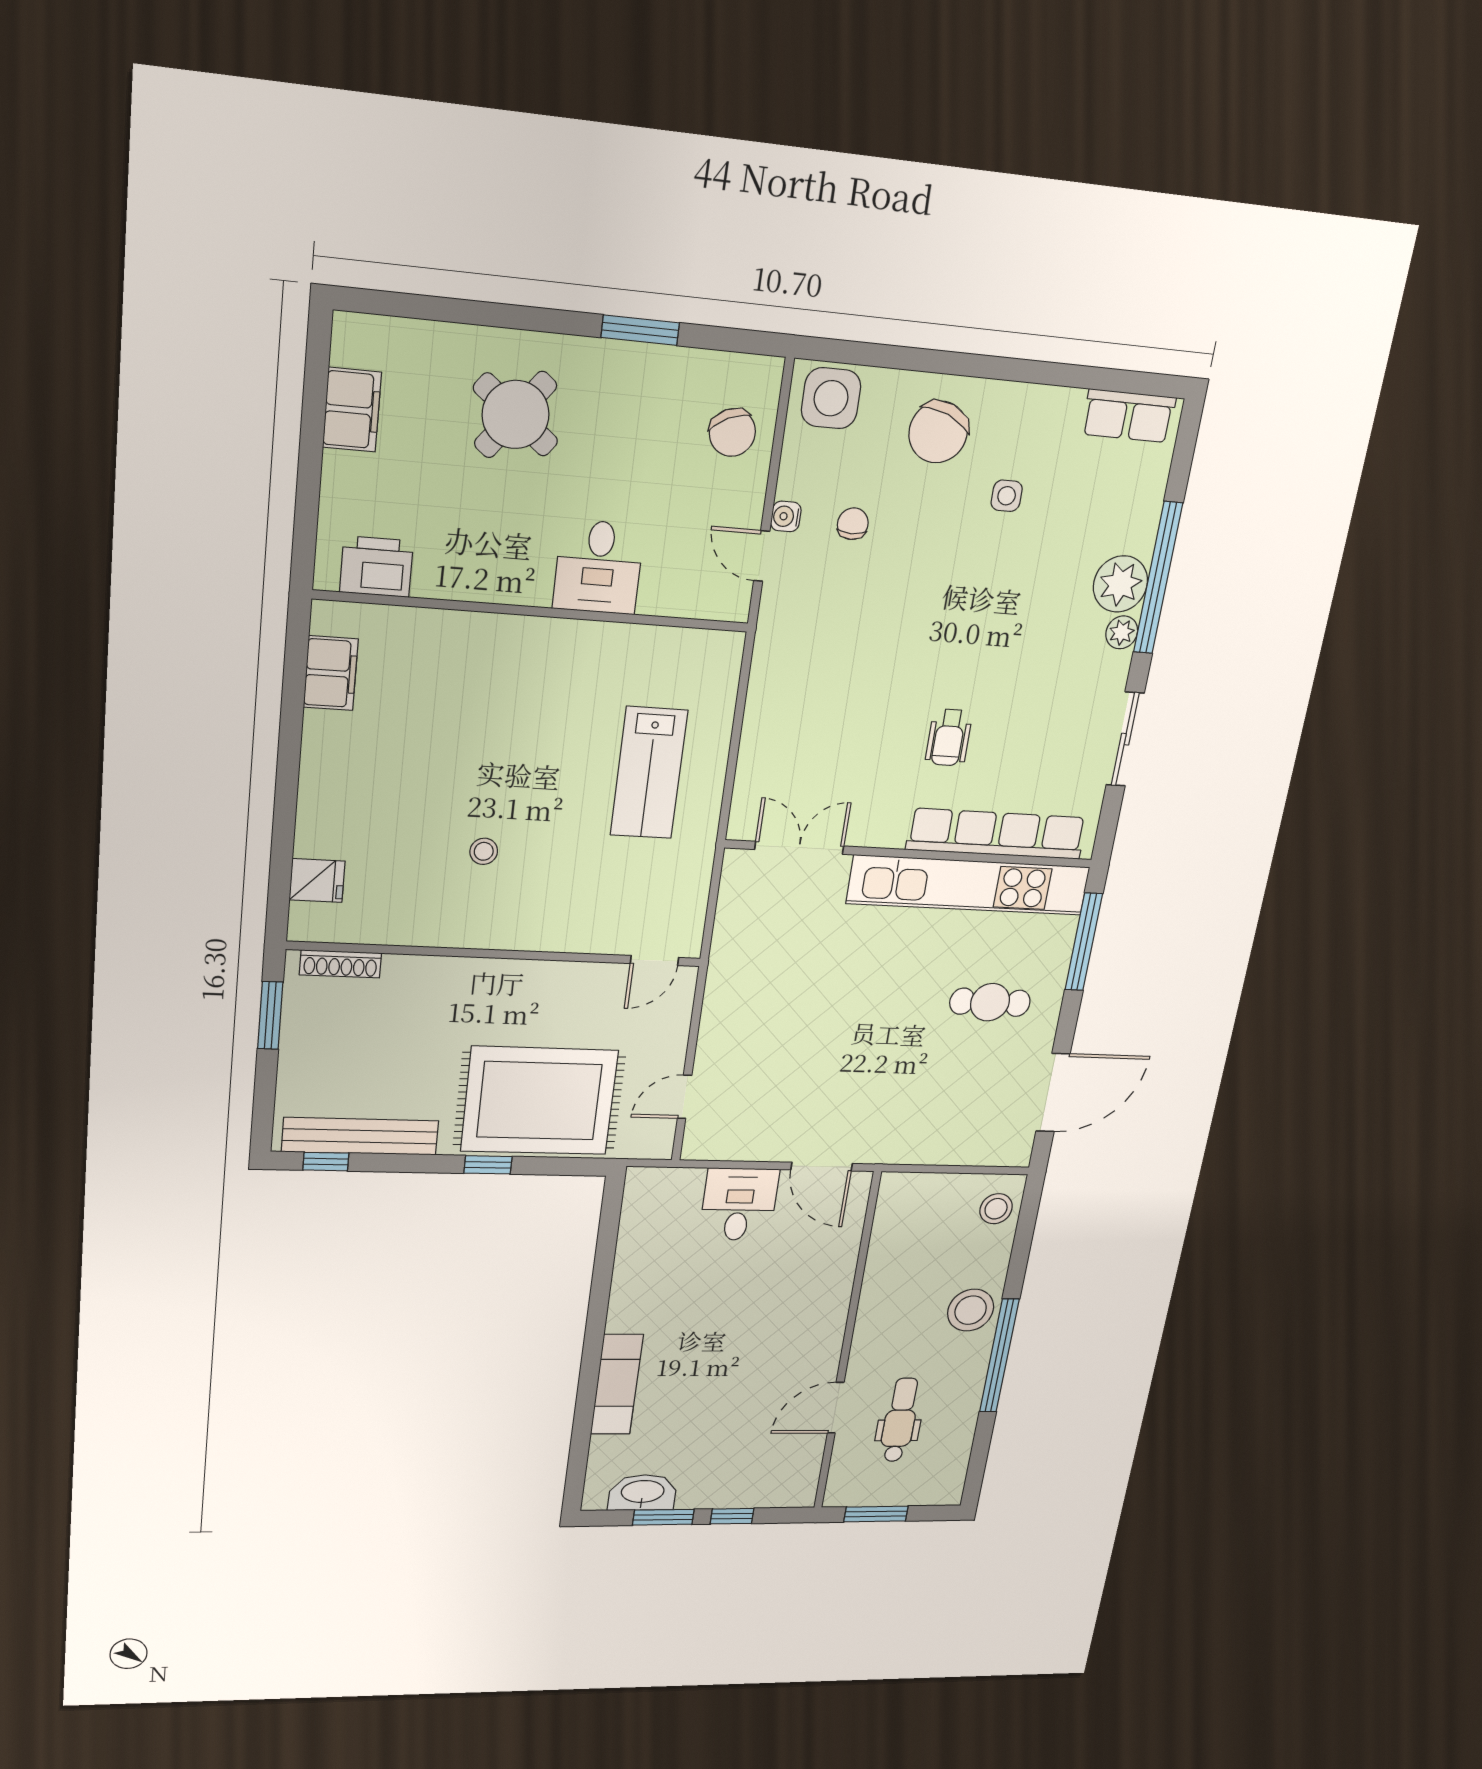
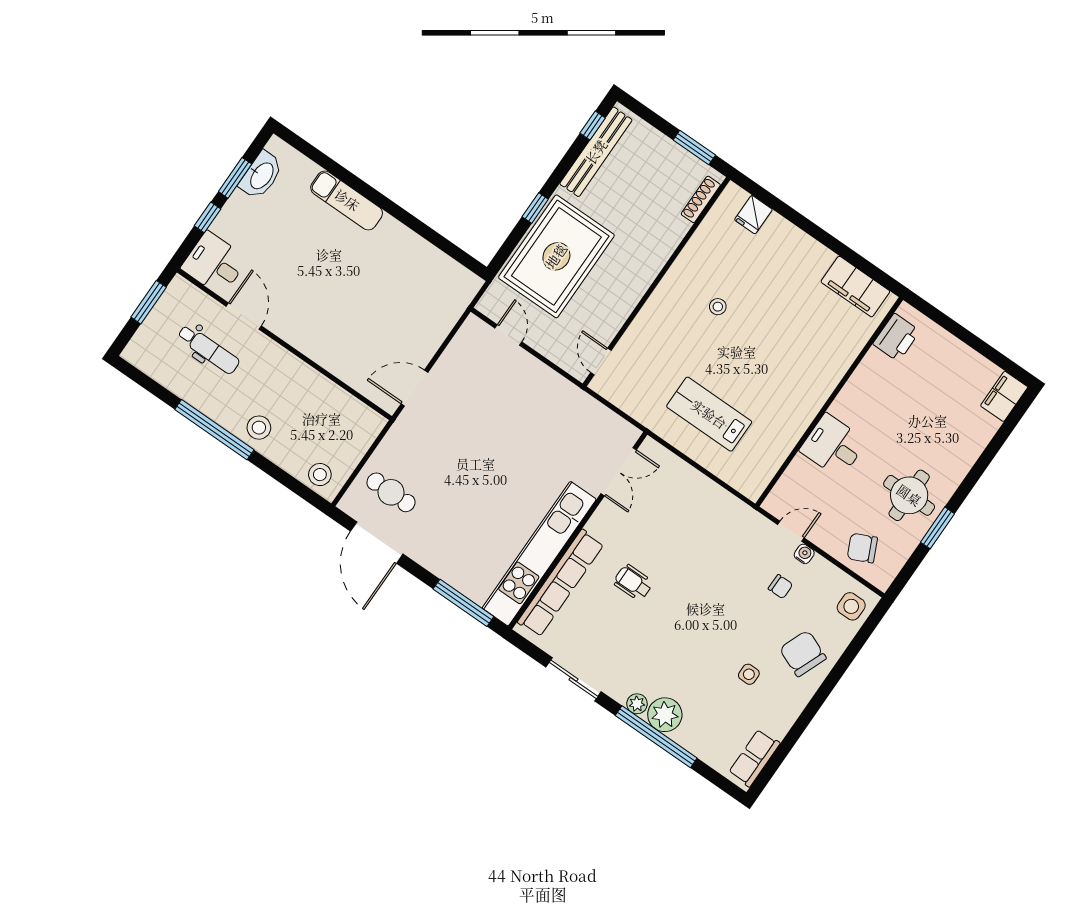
side table: (831, 398) -> (851, 606), width x0.73, depth x0.73
filing cabinet: (352, 410) -> (1004, 396), moved, turned 90
round table: (516, 415) -> (909, 495), moved, turned -38
filing cabinet: (331, 673) -> (855, 287), width x1.50, depth x1.17
cafe table: (990, 1002) -> (391, 492), moved, turned 90
desk: (739, 1204) -> (214, 263), moved, turned 180
stool: (971, 1310) -> (259, 428), width x0.73, depth x0.73

